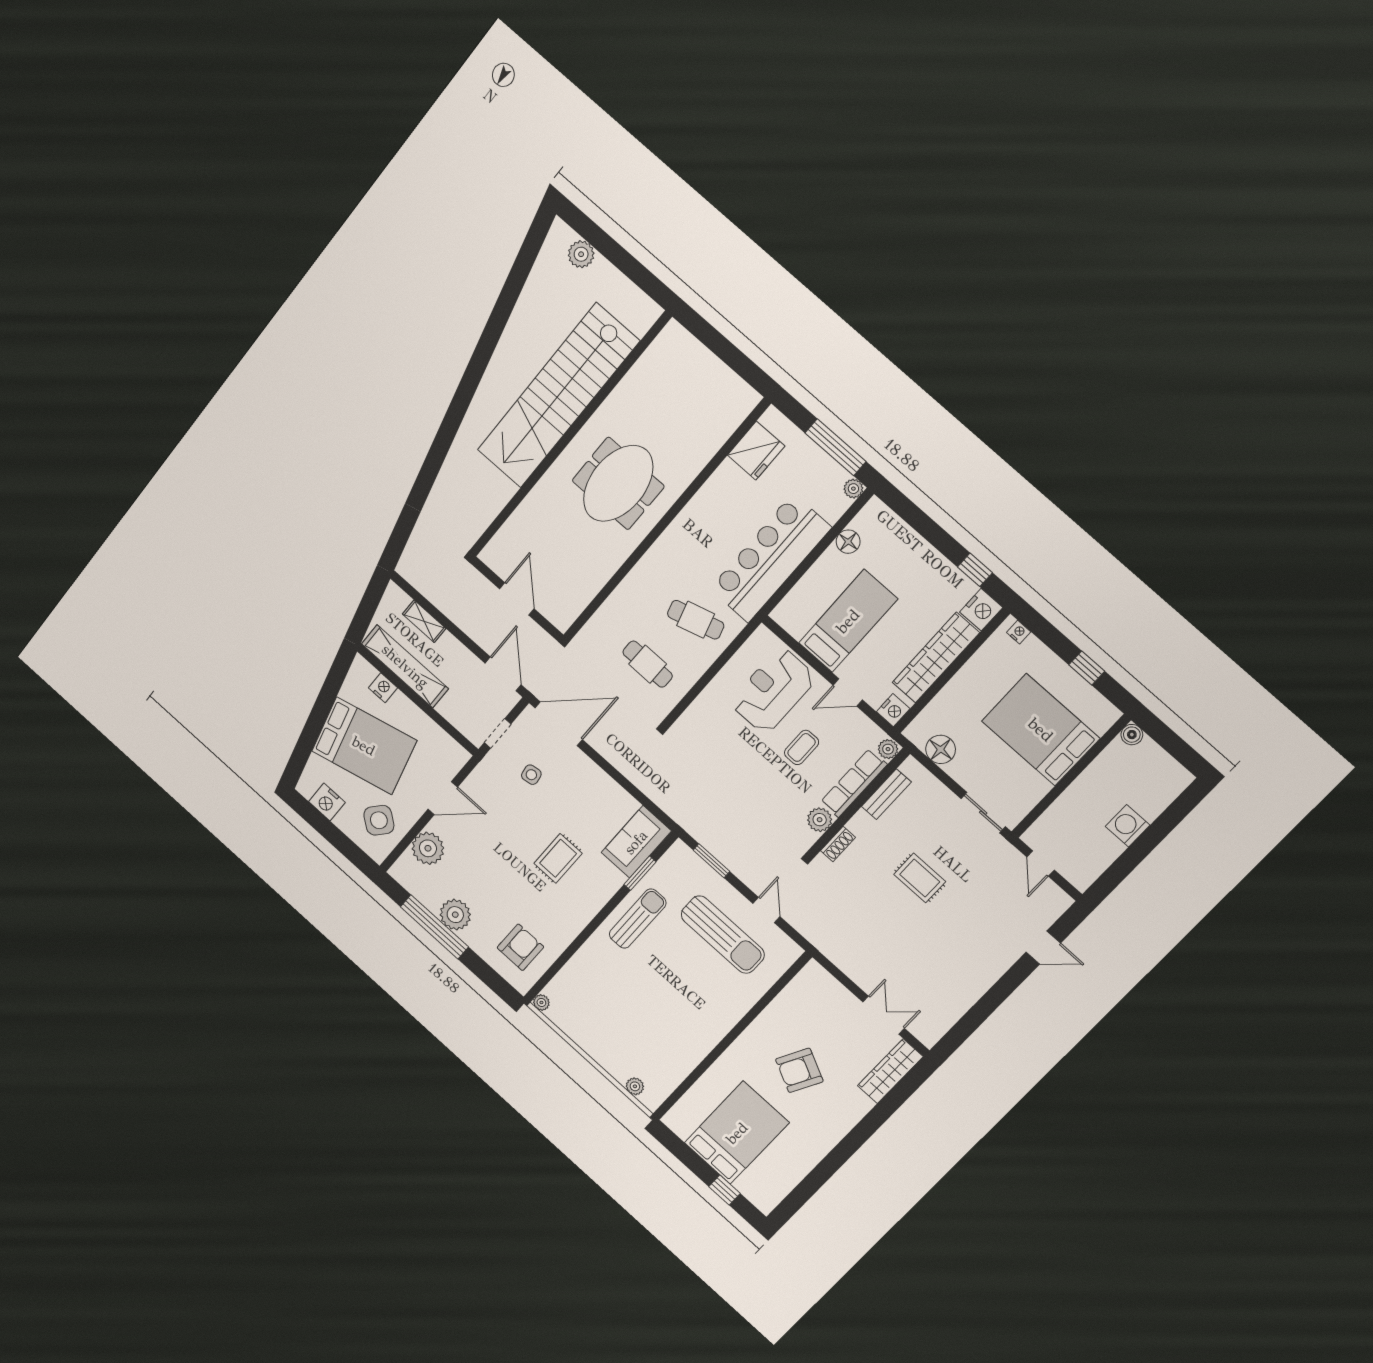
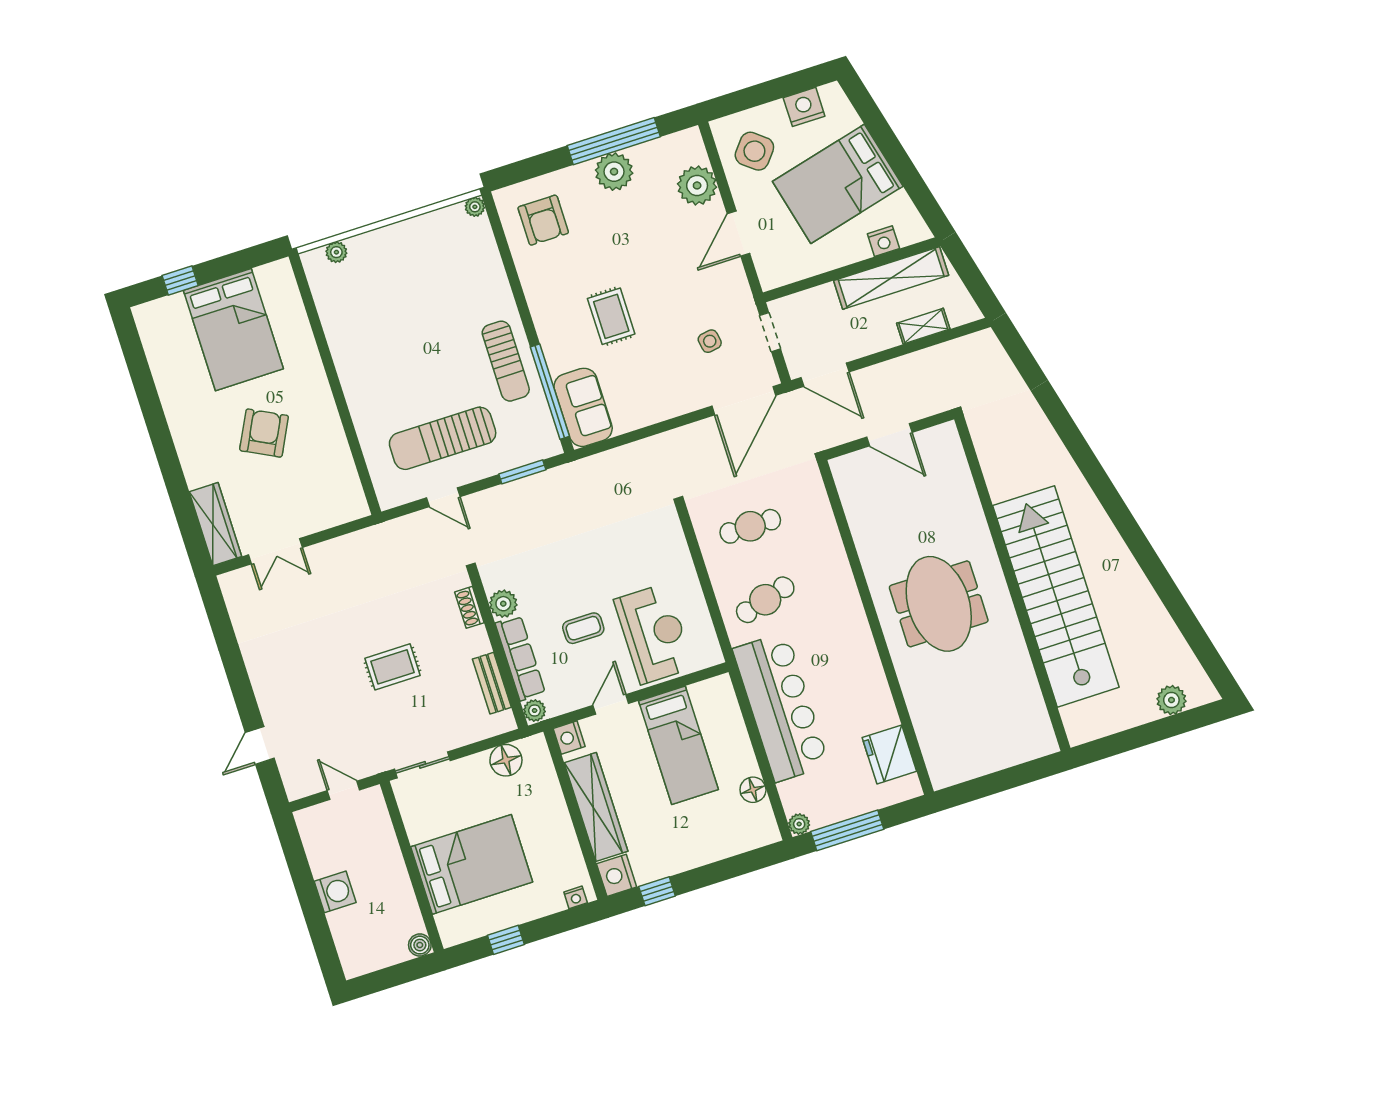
coffee table: (802, 747) -> (583, 628), turned 90
window: (640, 873) -> (550, 392), width x2.11

